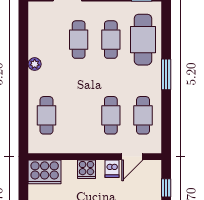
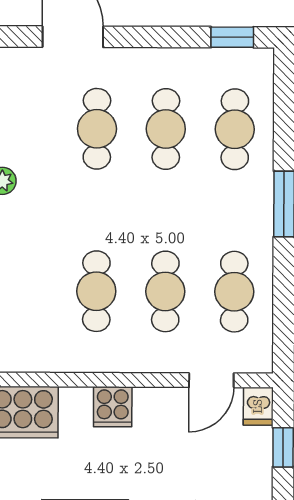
cafe table: (143, 40) -> (235, 129), width x0.73, depth x0.74
cafe table: (47, 115) -> (96, 291), moved
dishwasher: (112, 169) -> (258, 406), moved

